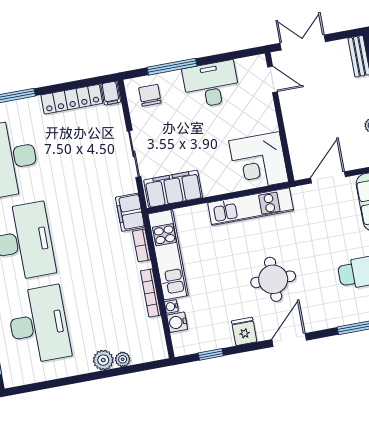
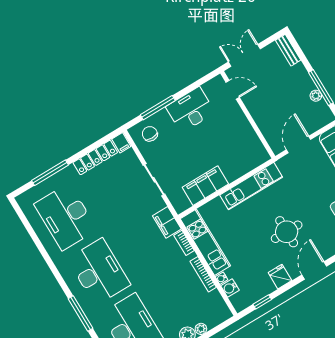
corner desk: (259, 161) -> (245, 152), removed
filing cabinet: (173, 189) -> (205, 186), moved

